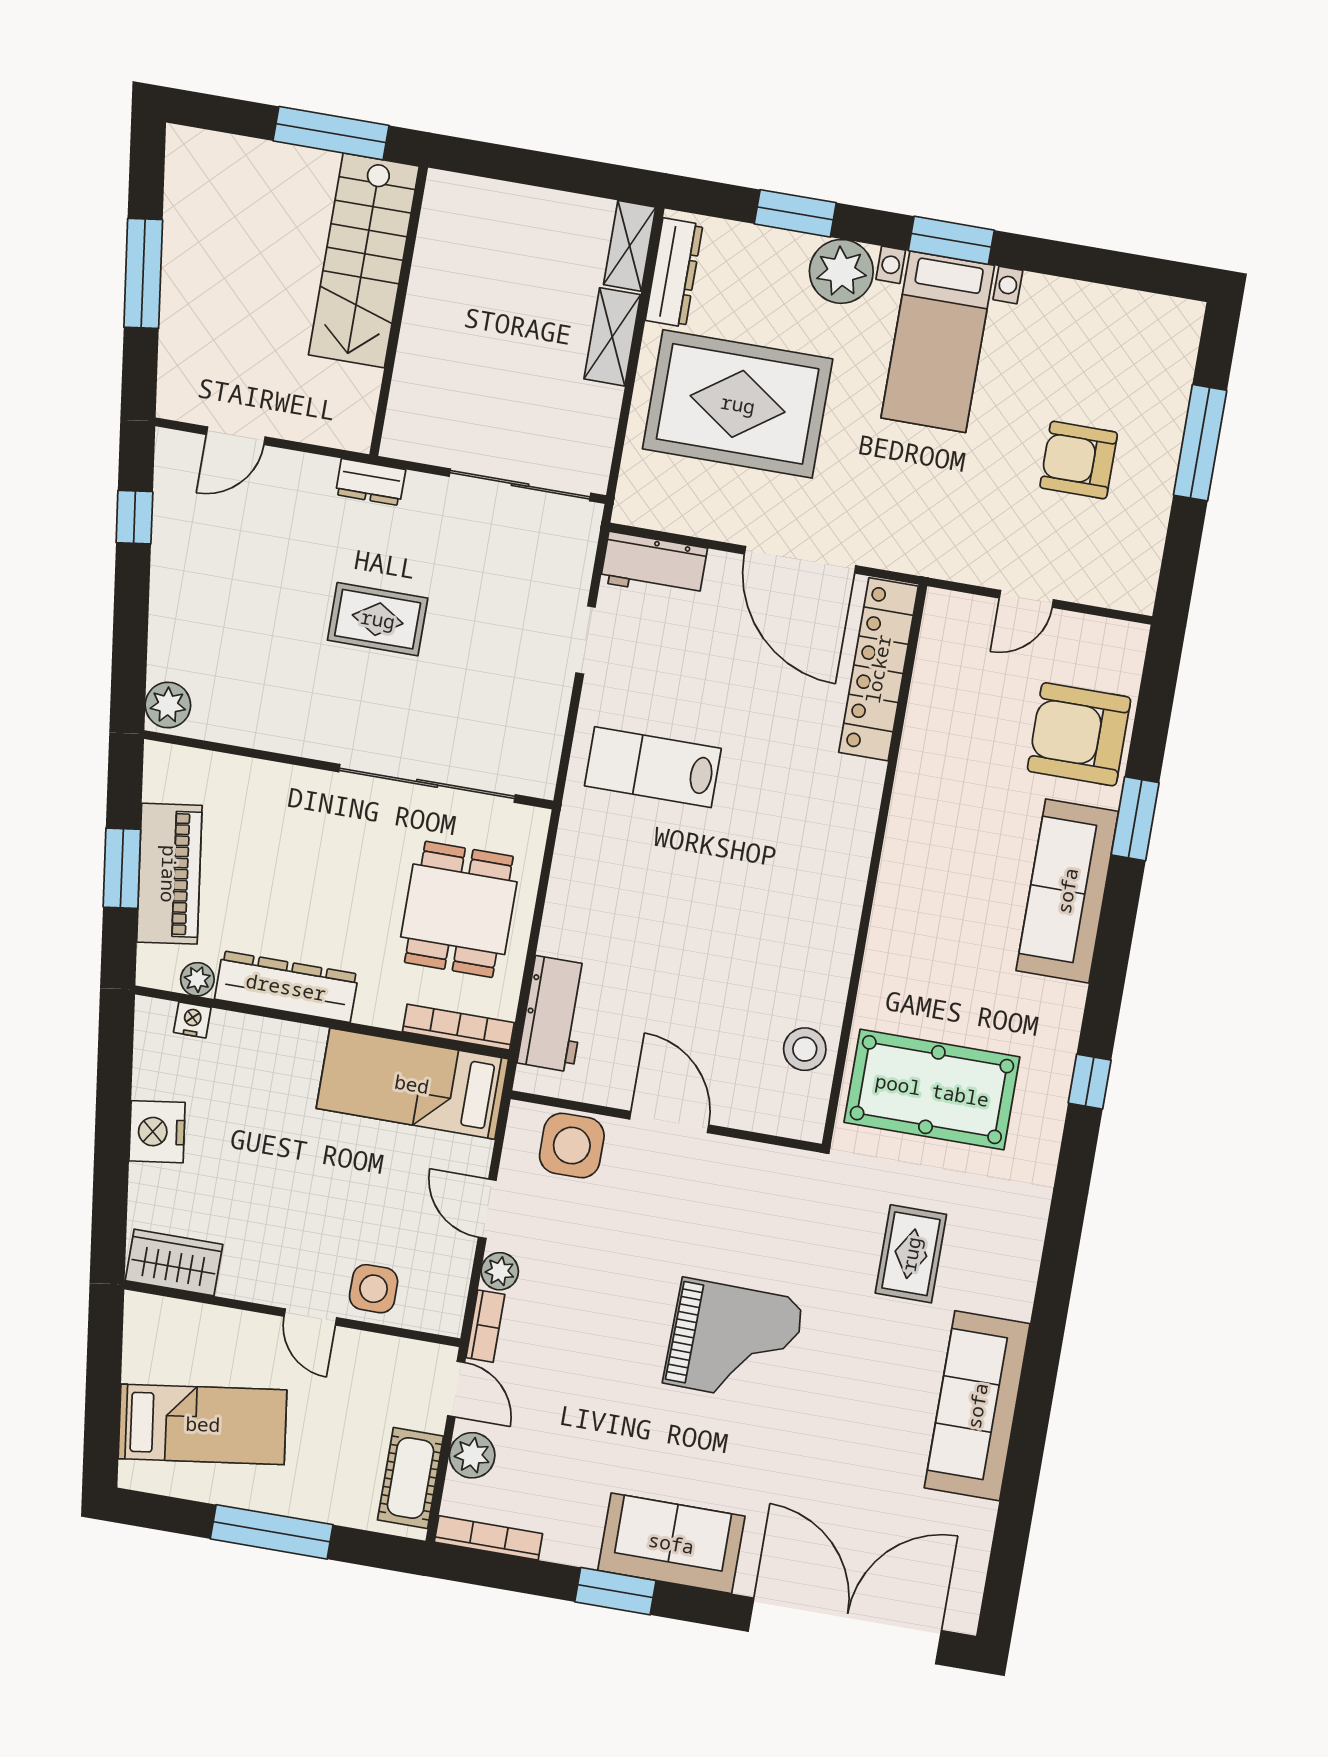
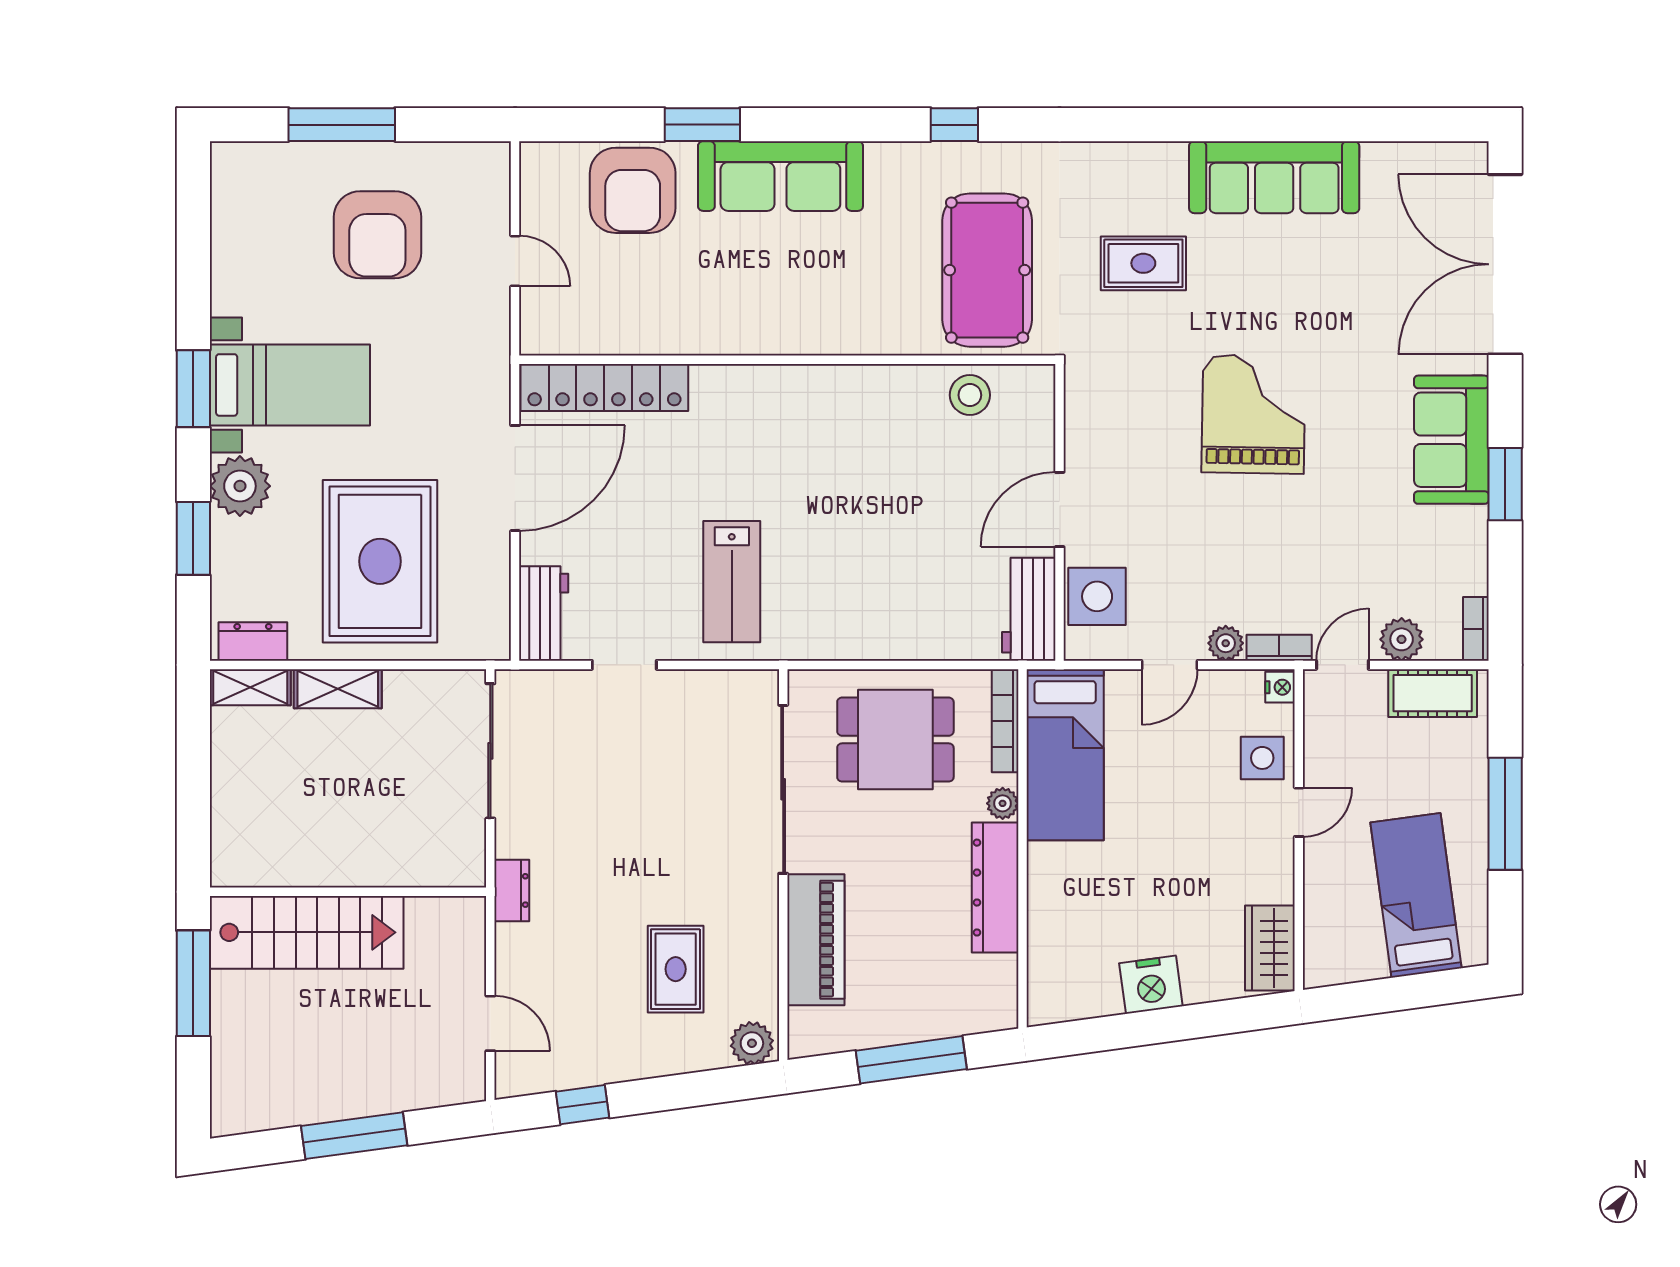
dresser: (674, 273) -> (253, 641), width x0.70
armchair: (1079, 460) -> (377, 235), width x1.36, depth x1.36
rug: (378, 619) -> (676, 969), moved
window: (122, 868) -> (911, 1060), width x1.44
piano: (169, 874) -> (816, 940), moved, turned 98
plant: (197, 979) -> (1003, 803), moved
workbench: (554, 1014) -> (1029, 609), moved, turned -90
nightstand: (192, 1020) -> (1280, 687), moved, turned 180
bookcase: (488, 1538) -> (1476, 629), width x0.64

